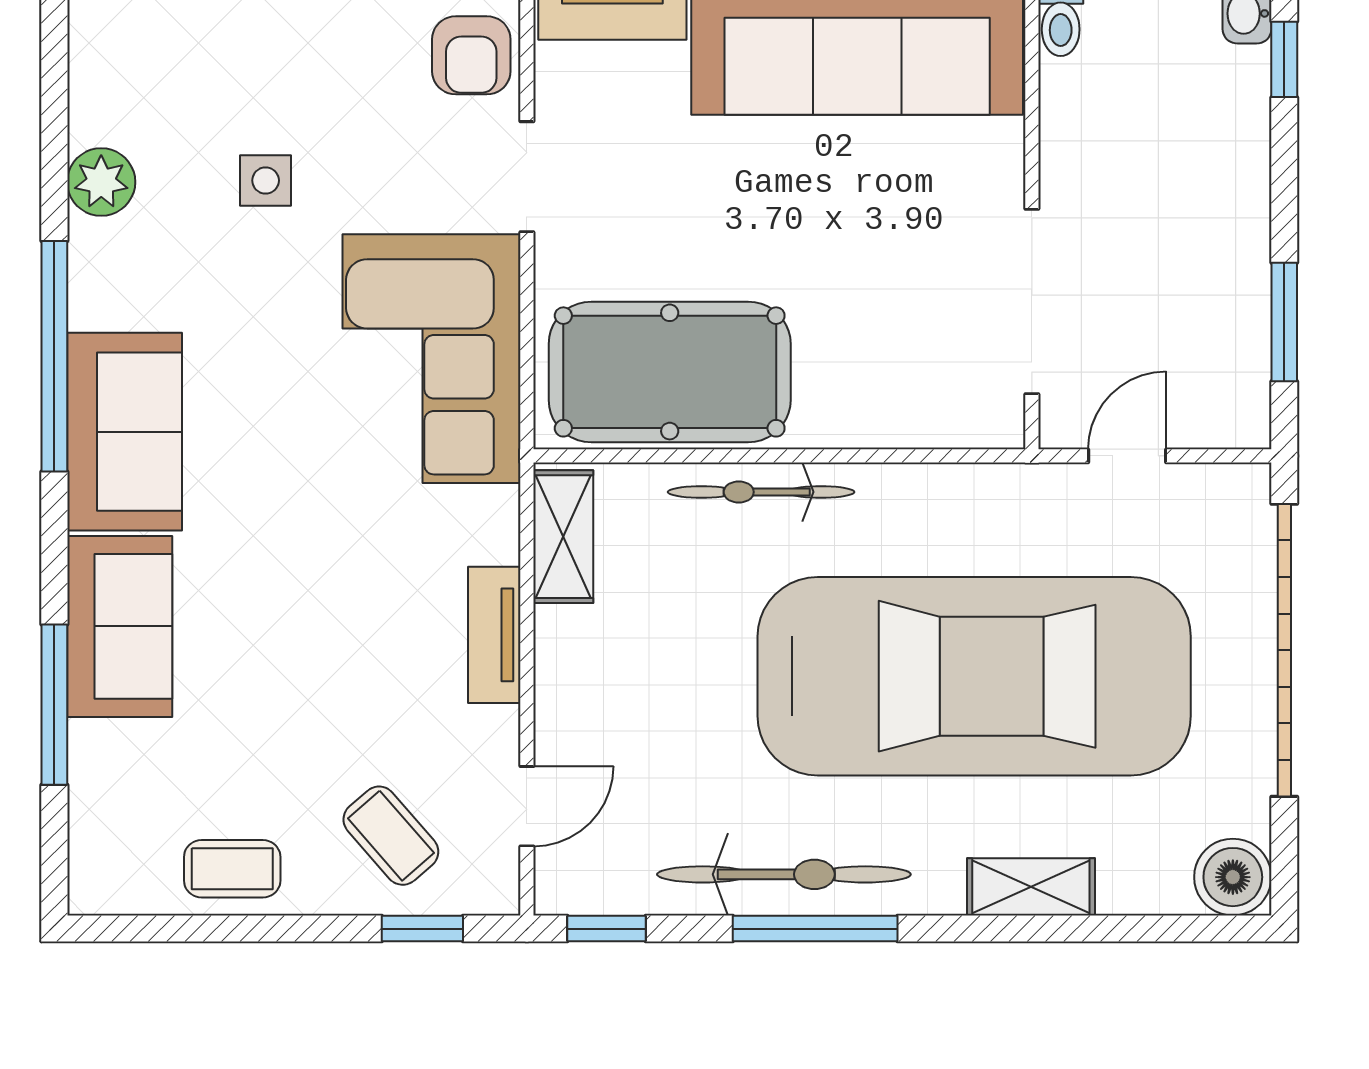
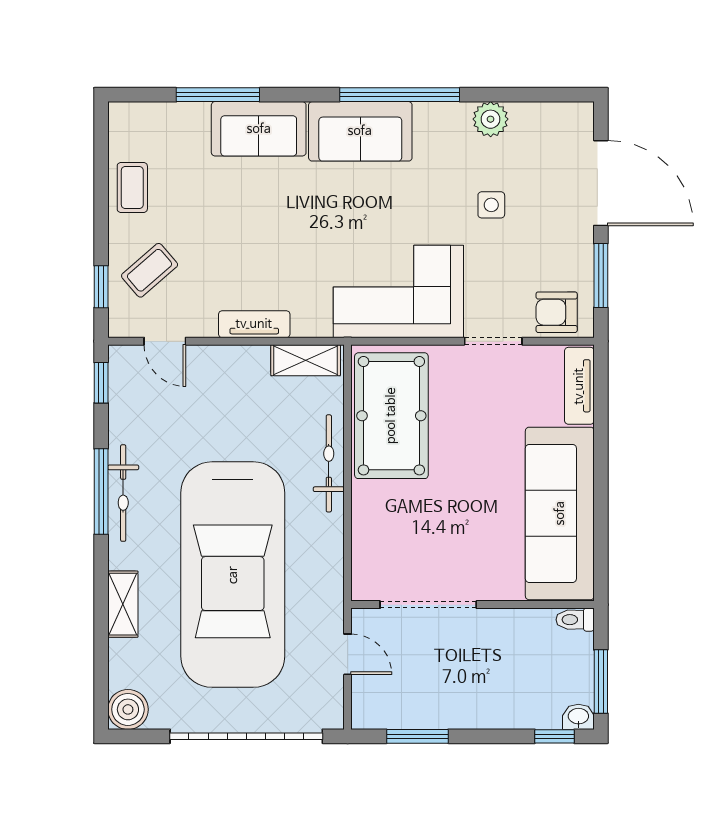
bicycle: (784, 874) -> (123, 493), width x0.73, depth x0.71

